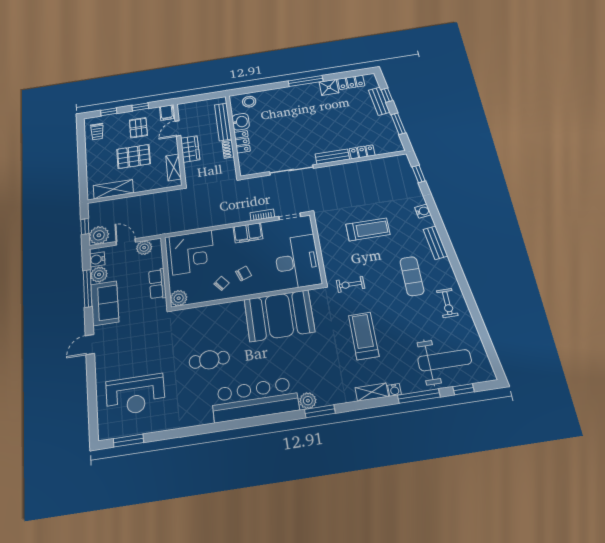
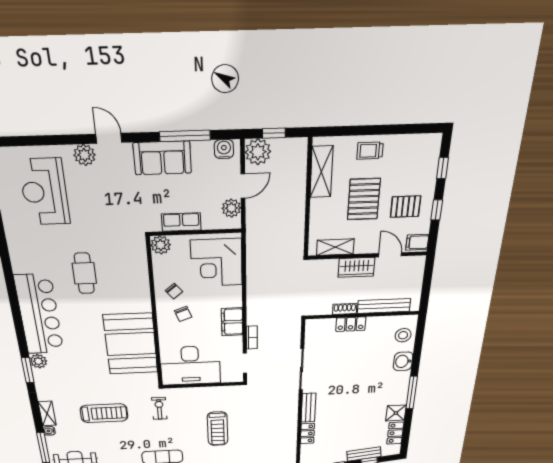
washbasin: (241, 122) -> (403, 361), moved, turned 90
trolley: (97, 132) -> (370, 151), moved
plant: (99, 275) -> (84, 155), moved

